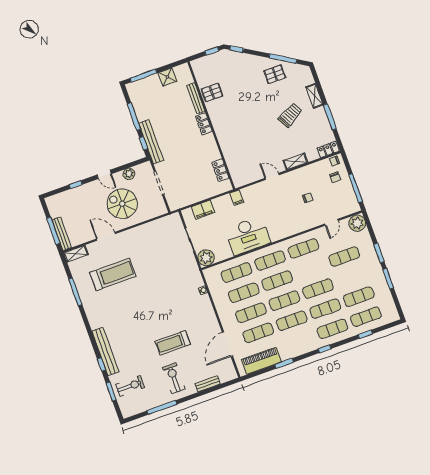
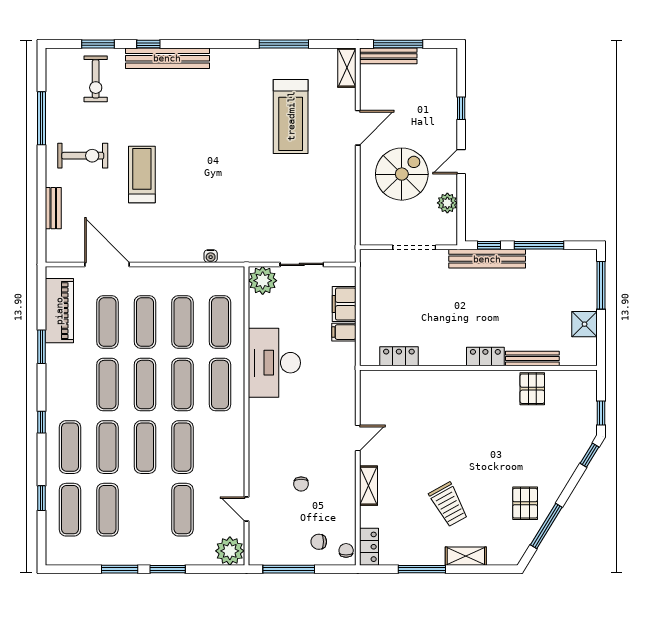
filing cabinet: (237, 198) -> (344, 332), moved
exercise mat: (303, 248) -> (182, 447), moved

